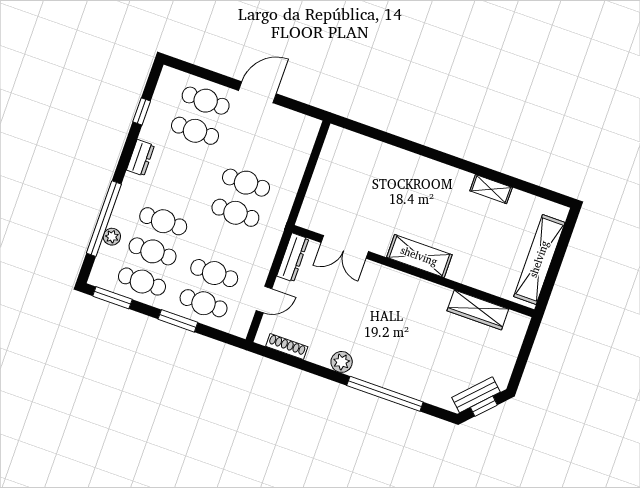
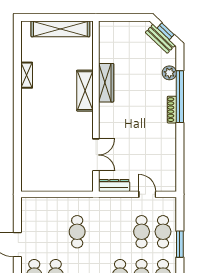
cafe table: (235, 213) -> (99, 232), removed
shelving: (419, 256) -> (85, 91), moved
wardrobe: (478, 310) -> (106, 83), moved
shoe rack: (287, 347) -> (172, 110), moved
plant: (342, 362) -> (169, 73), moved

